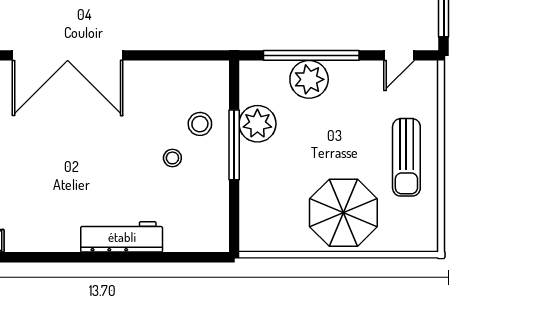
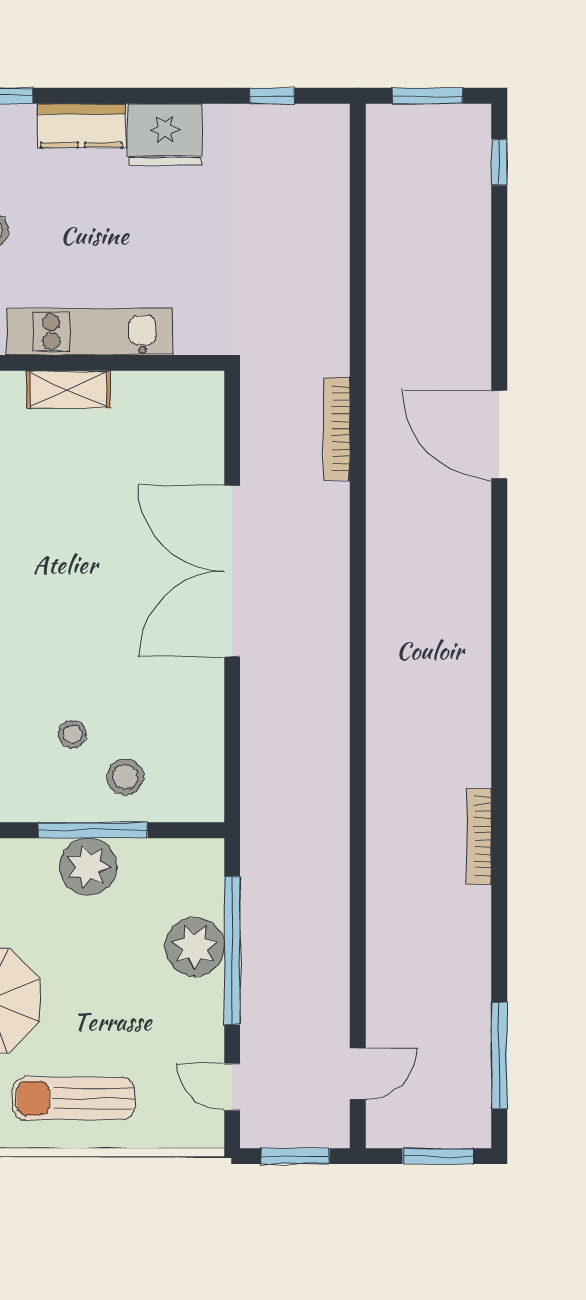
plant: (257, 124) -> (88, 867), moved

